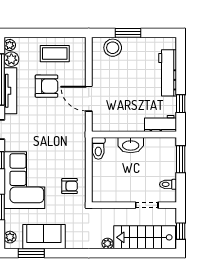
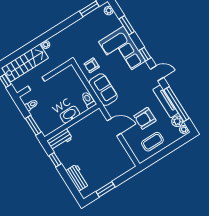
window: (128, 33) -> (105, 189), moved
stool: (113, 48) -> (119, 168), removed
workbench: (168, 73) -> (78, 178), width x0.73
sofa: (44, 237) -> (103, 90), moved, turned -90

